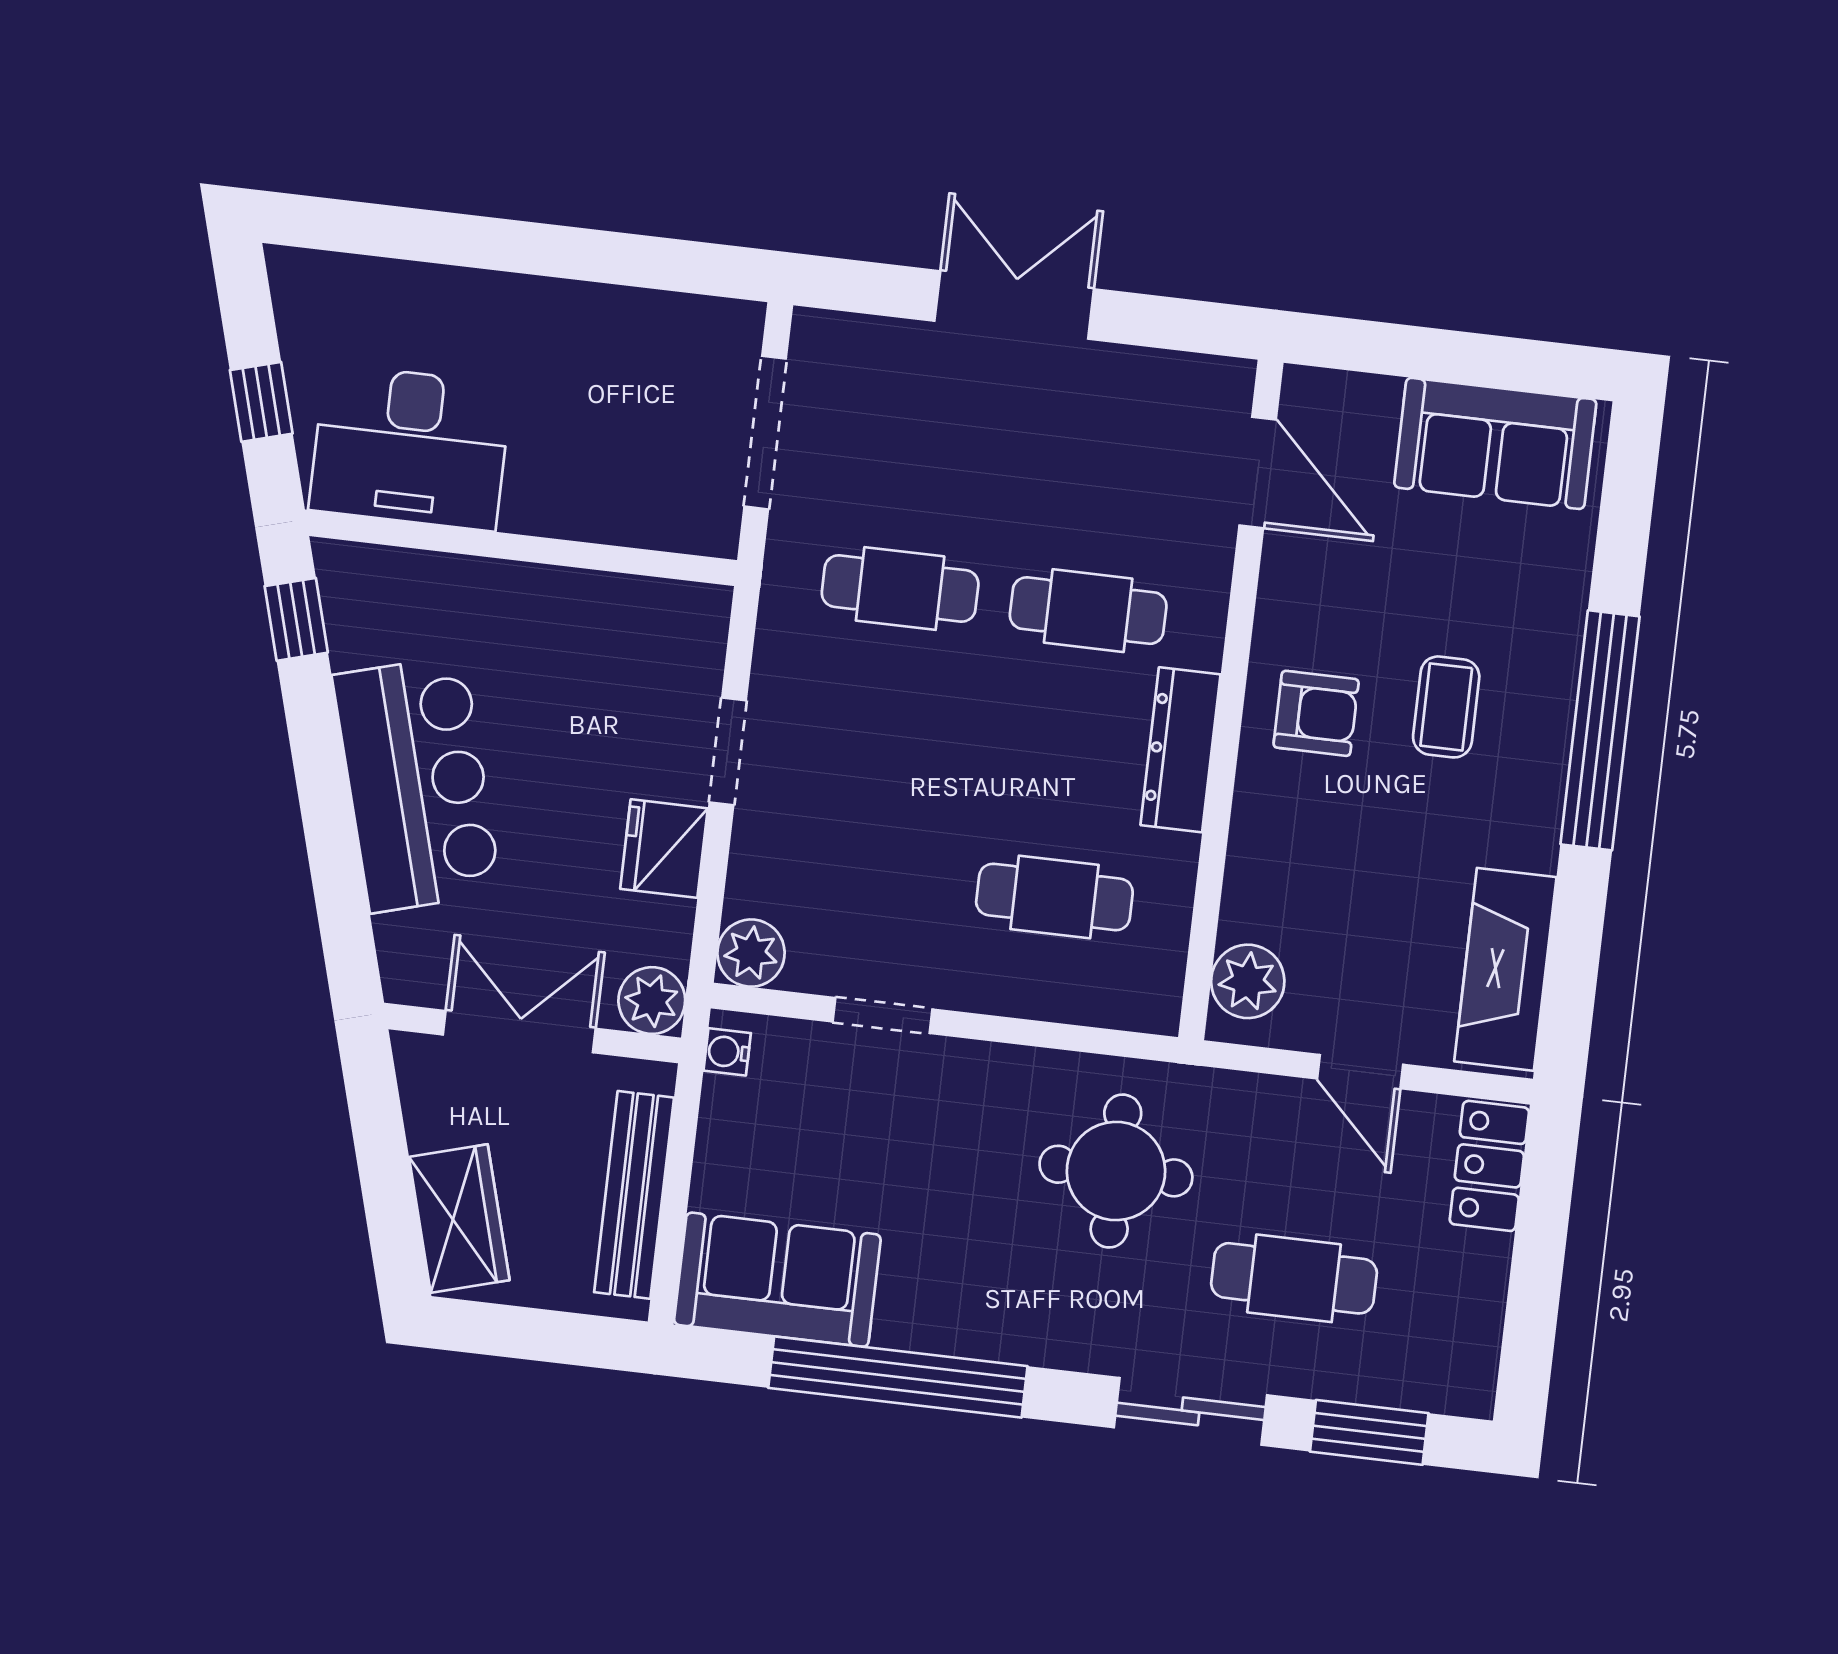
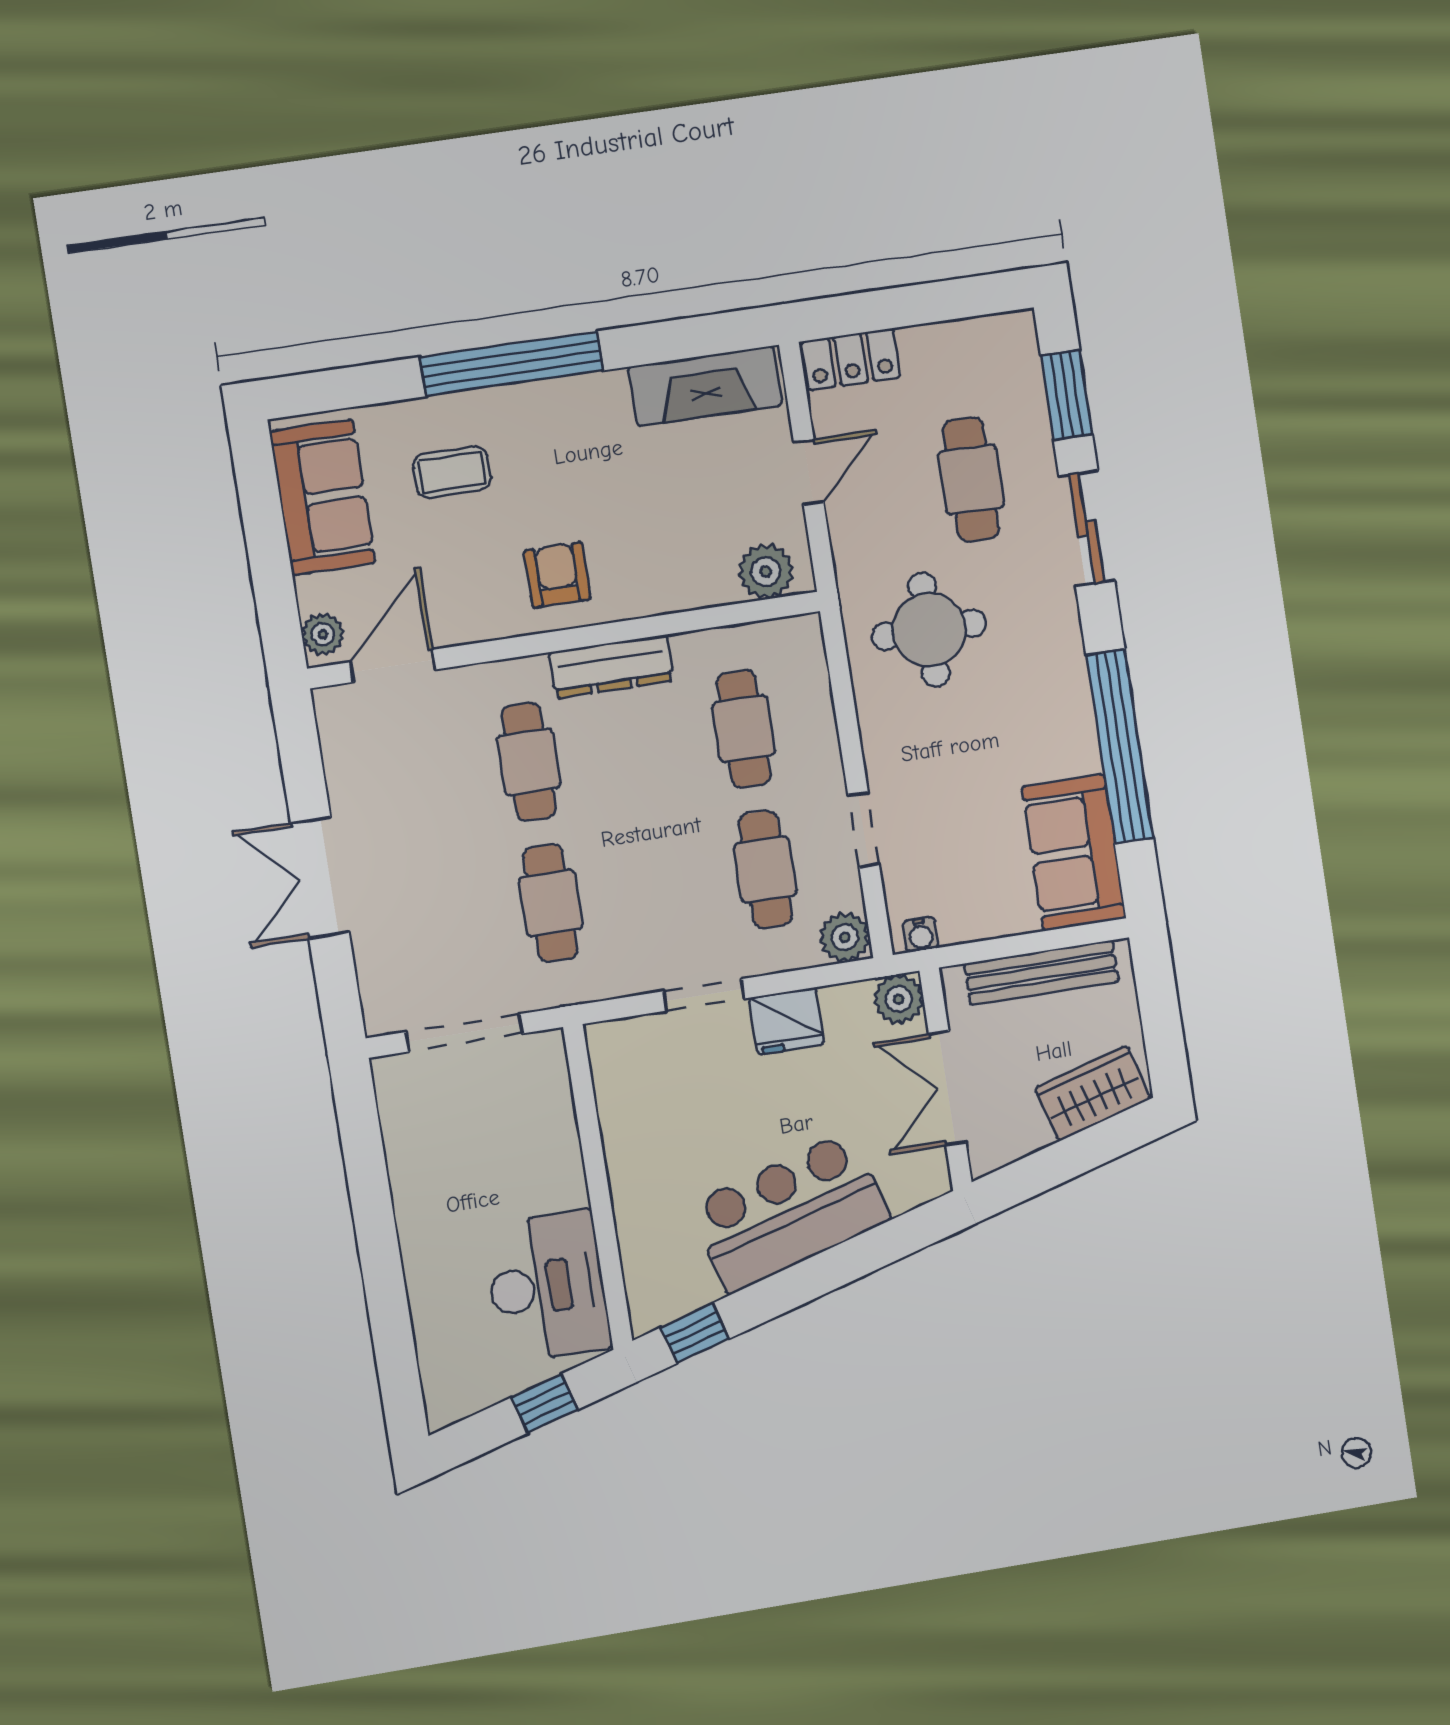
plant: (1322, 395) -> (323, 634), added
coffee table: (1446, 707) -> (452, 472), moved
cafe table: (866, 875) -> (765, 870), added

